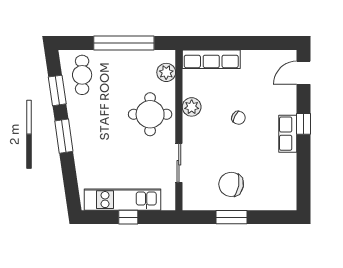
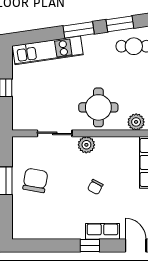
plant: (192, 107) -> (86, 145), moved
row of seats: (288, 134) -> (102, 231), moved
kitchen unit: (123, 200) -> (48, 50), moved, turned 82

